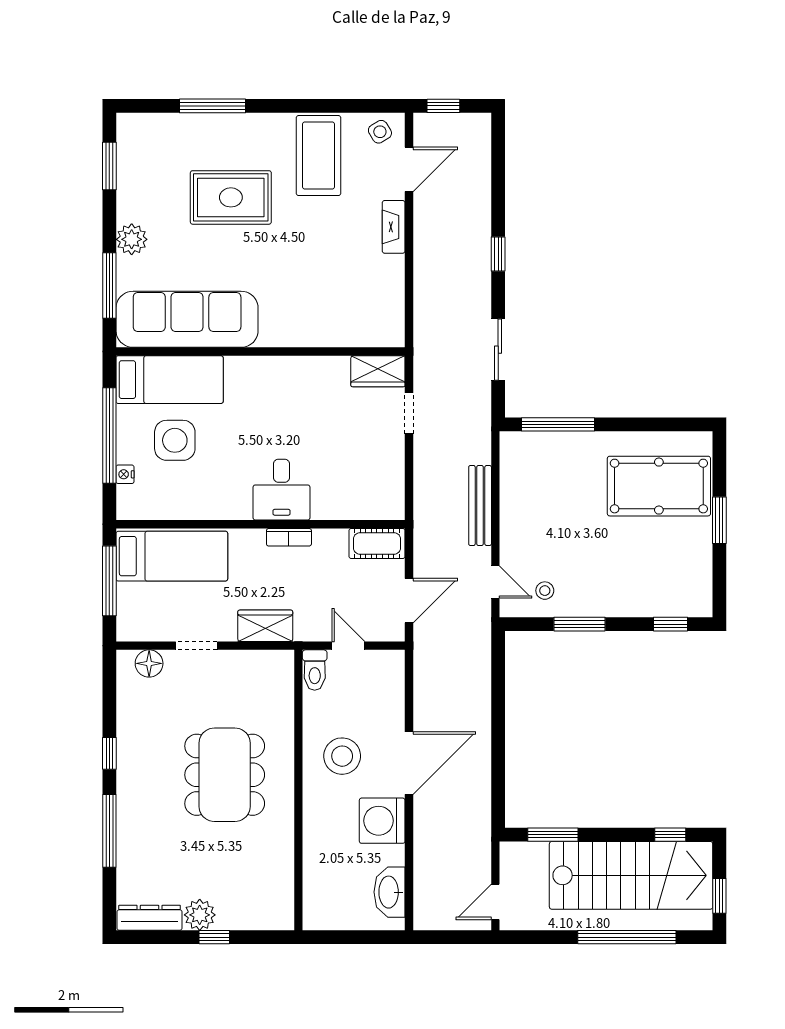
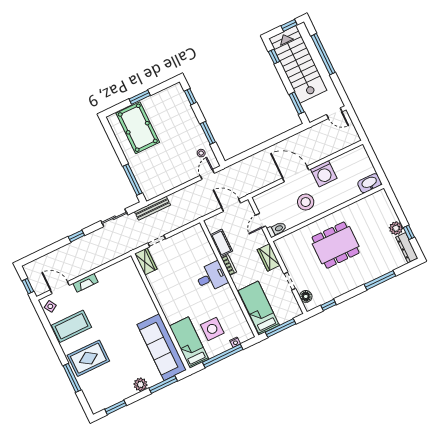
rug: (231, 197) -> (88, 358), moved, turned 90
bench: (480, 505) -> (152, 208), moved
cot: (377, 543) -> (221, 243), moved
window: (109, 753) -> (328, 305), moved
washbasin: (390, 892) -> (370, 183), moved, turned 180
window: (214, 937) -> (409, 232), moved

